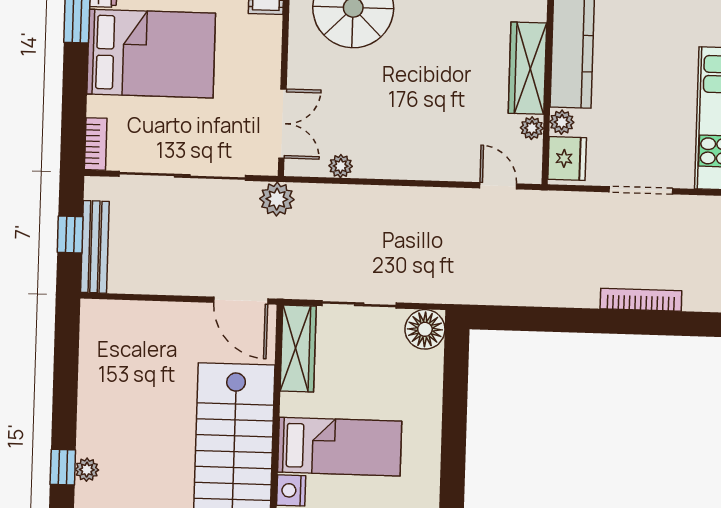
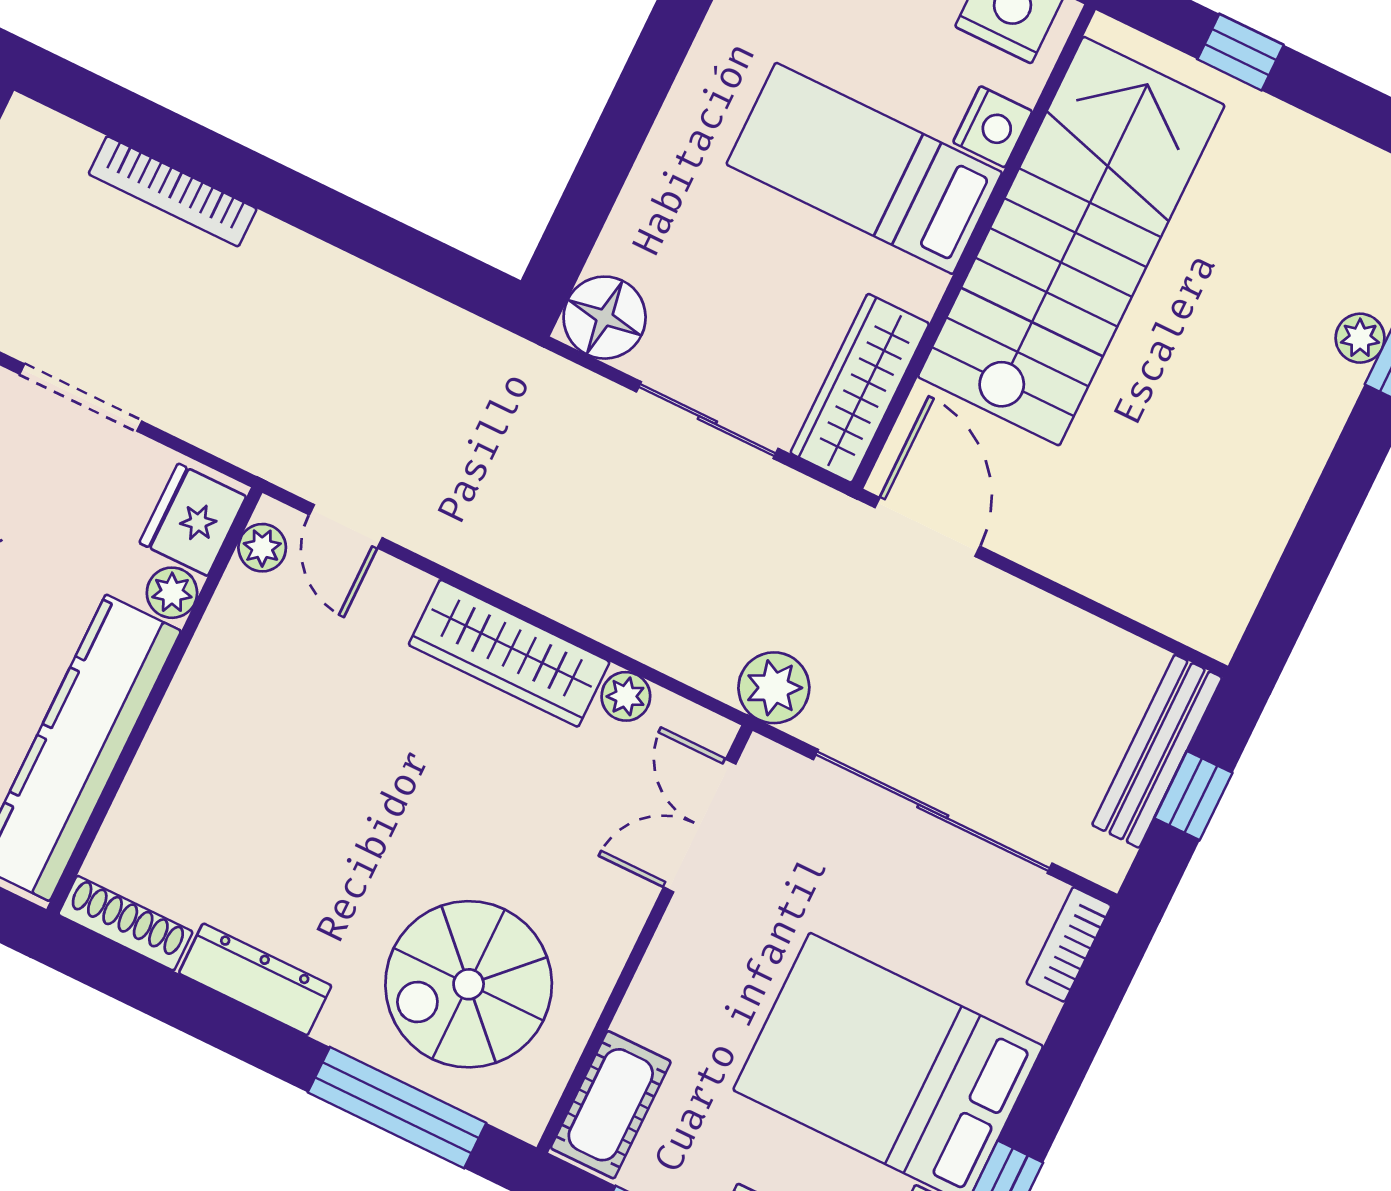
wardrobe: (527, 68) -> (509, 653), moved, turned 90
plant: (532, 128) -> (262, 548), moved

